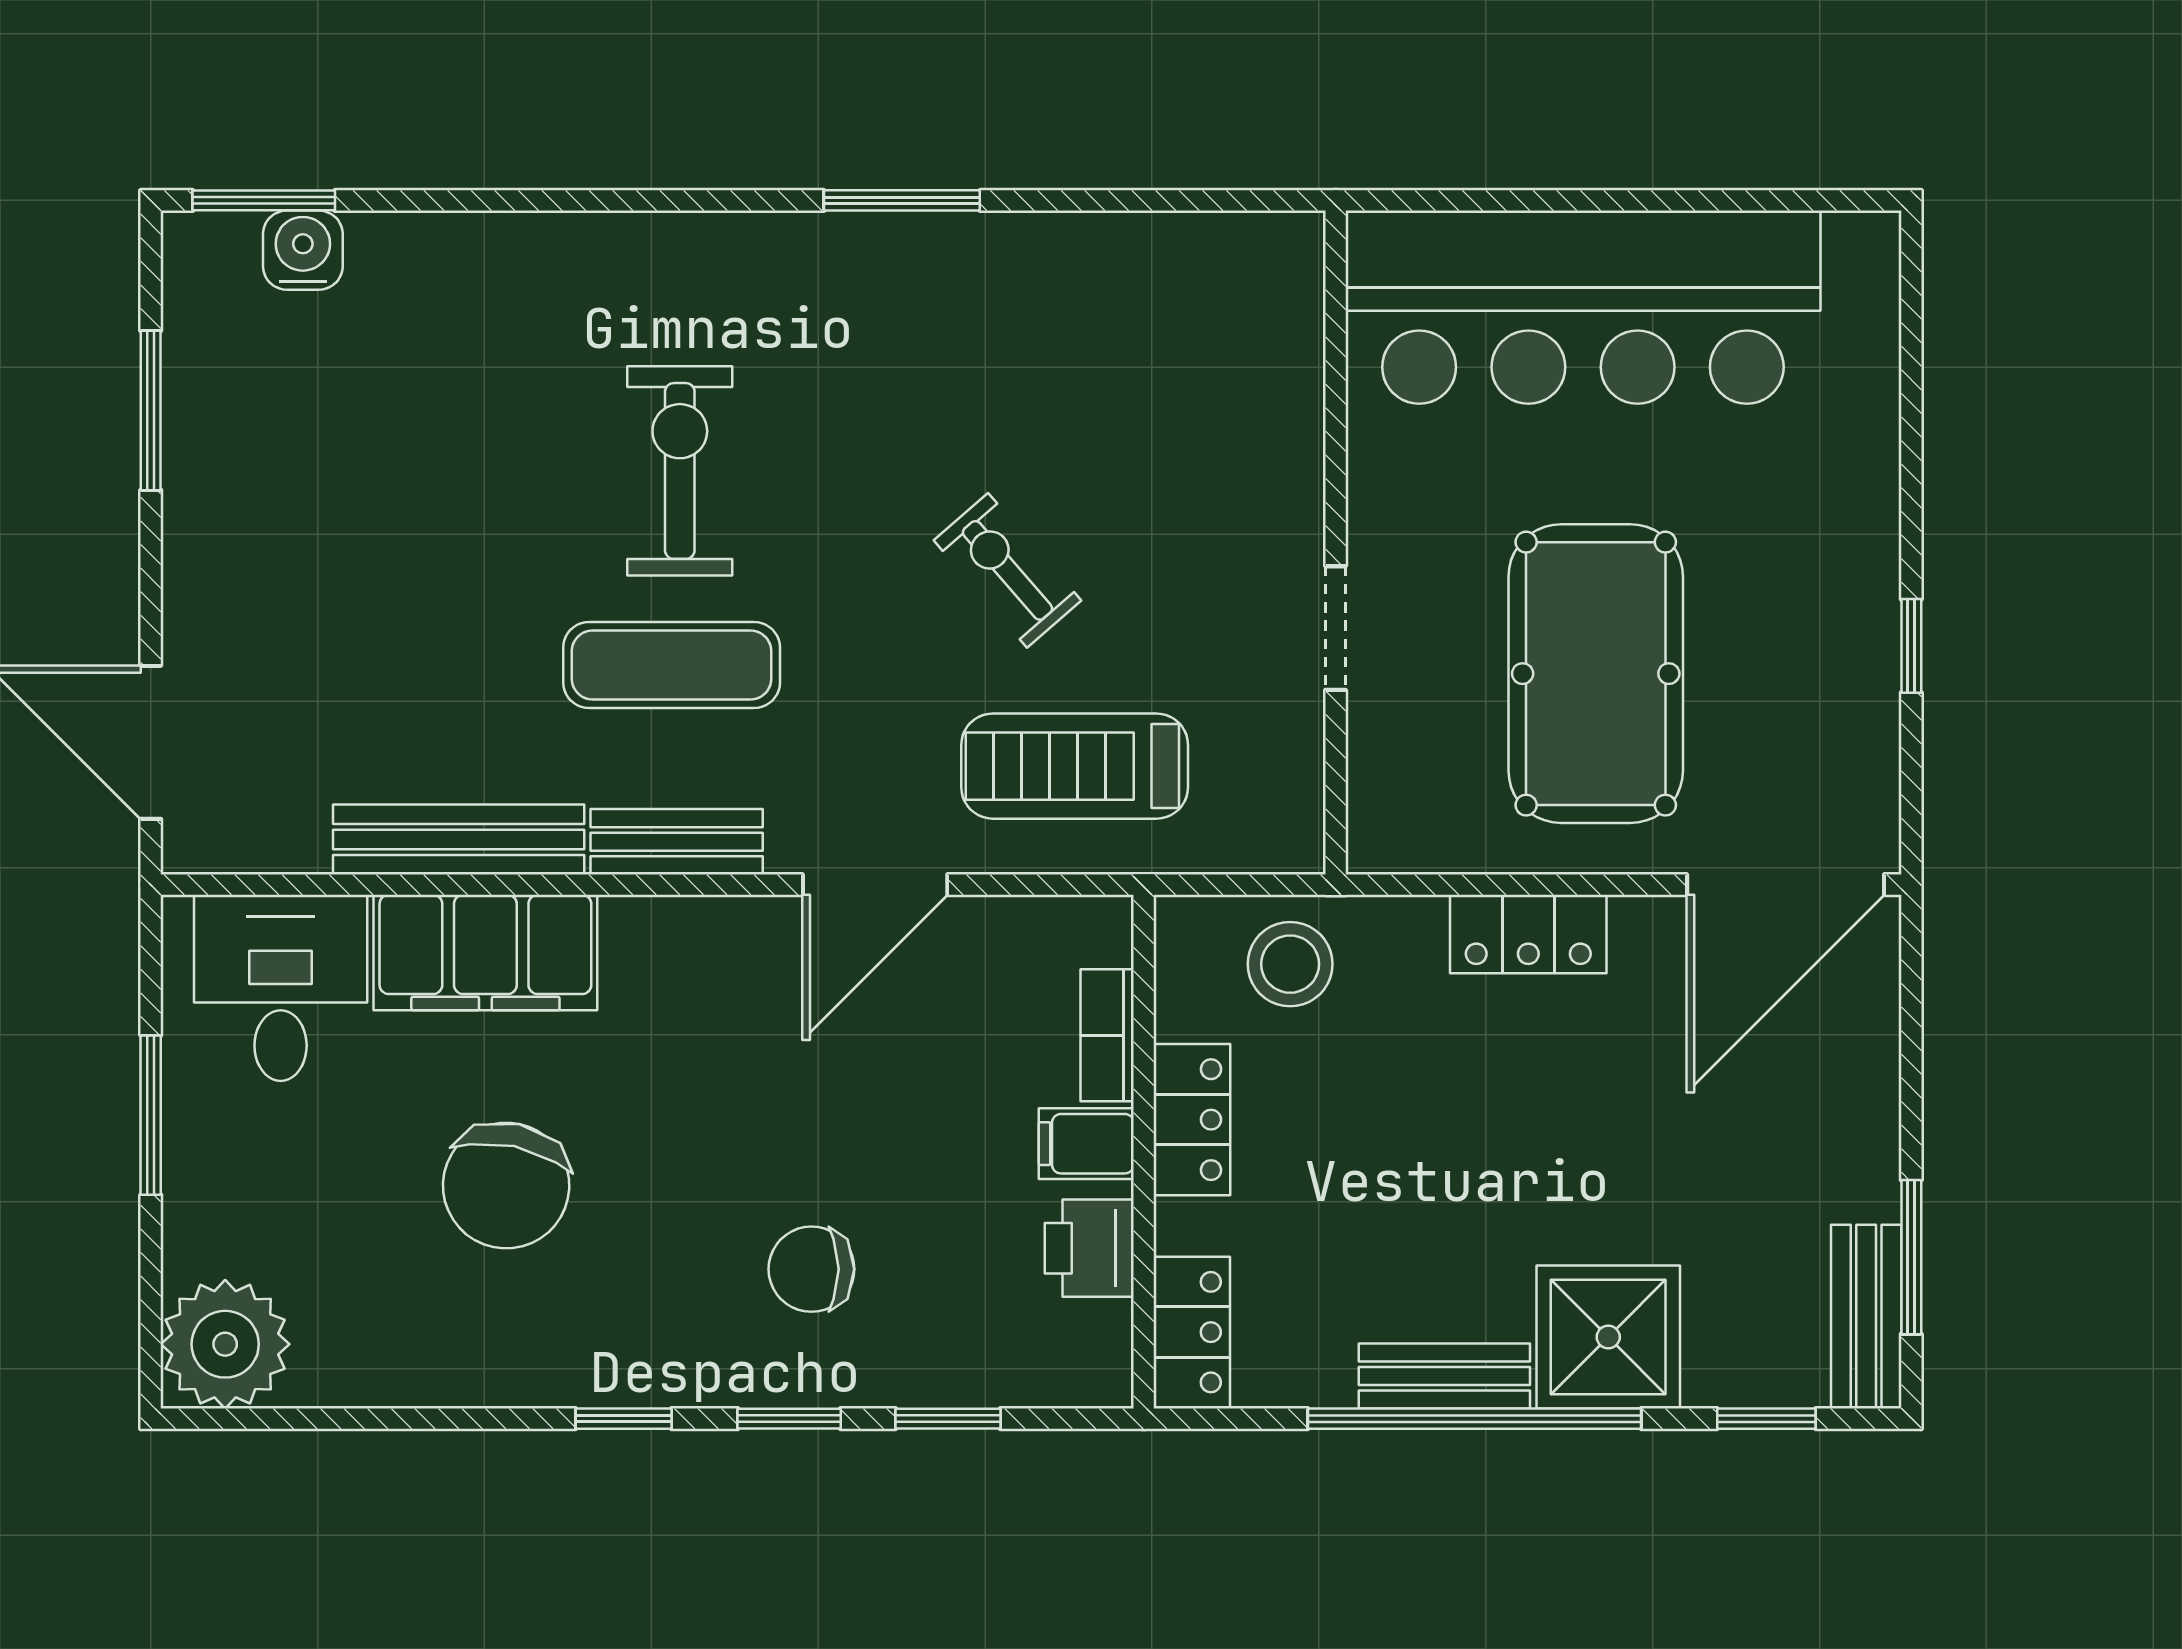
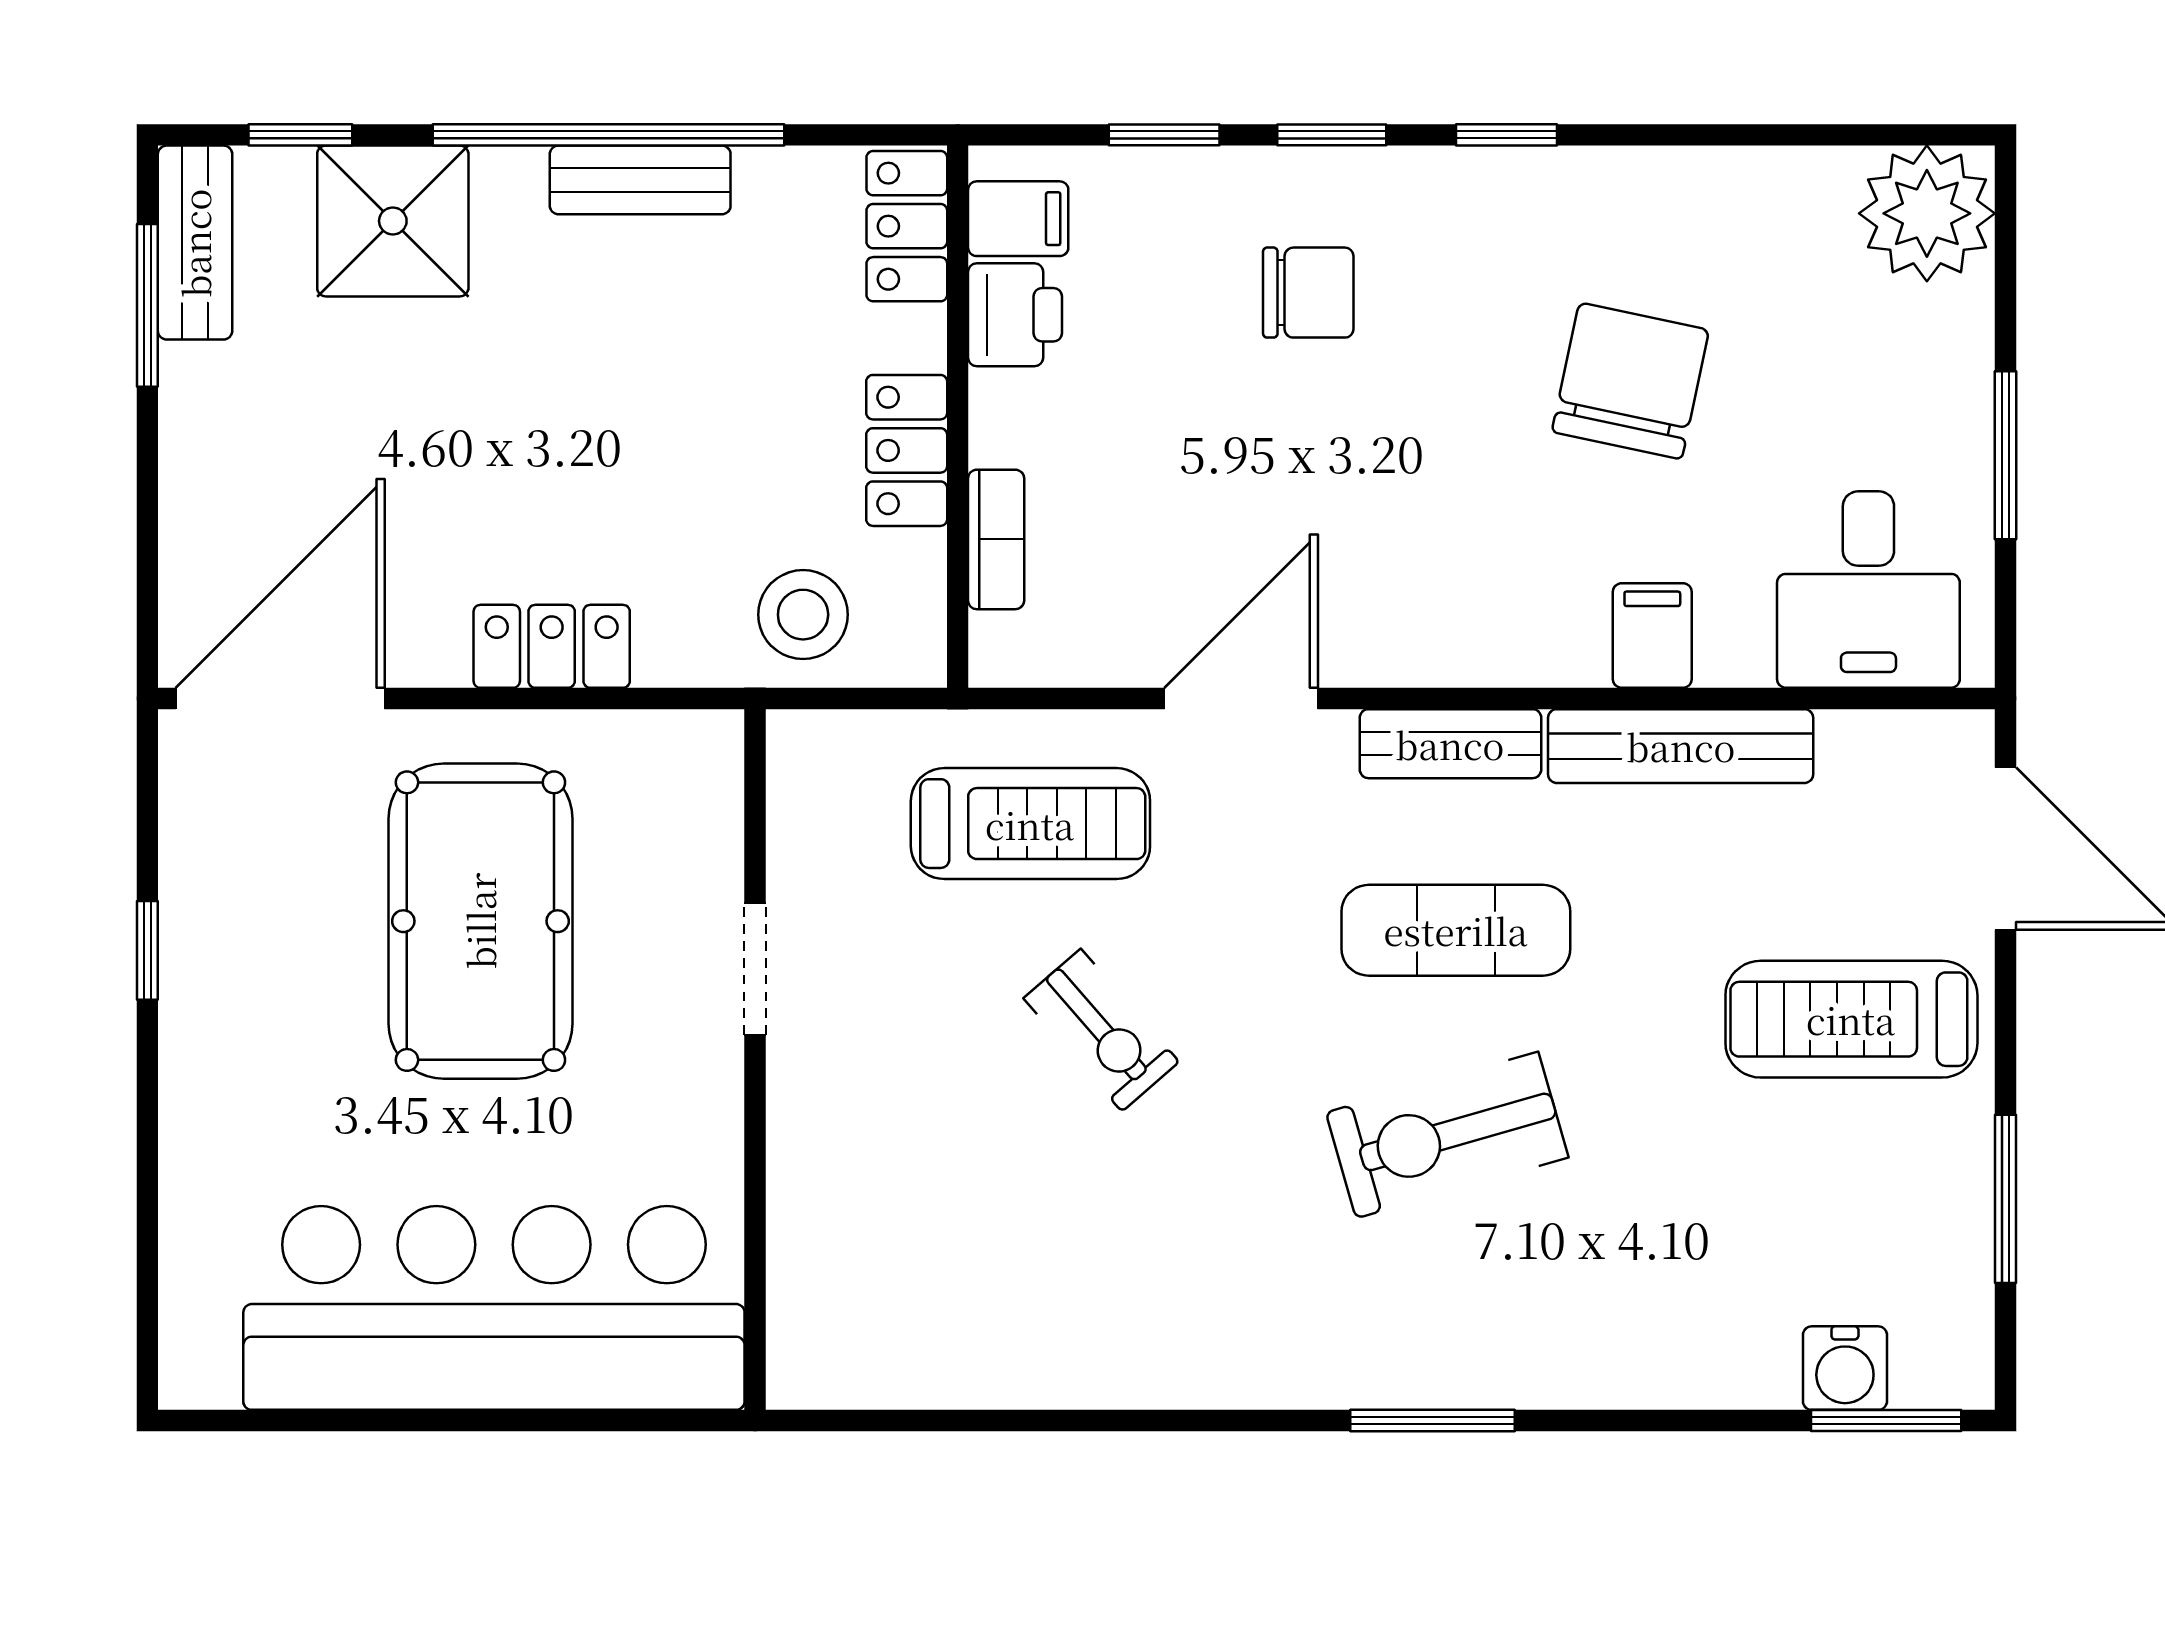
window: (902, 200) -> (1433, 1421), moved
exercise bike: (680, 471) -> (1447, 1135), turned 74
treadmill: (297, 581) -> (1851, 1019), added
filing cabinet: (485, 953) -> (1652, 635), width x0.33, depth x0.86
filing cabinet: (1086, 1144) -> (1018, 219), moved
shower: (1608, 1337) -> (393, 221), moved

